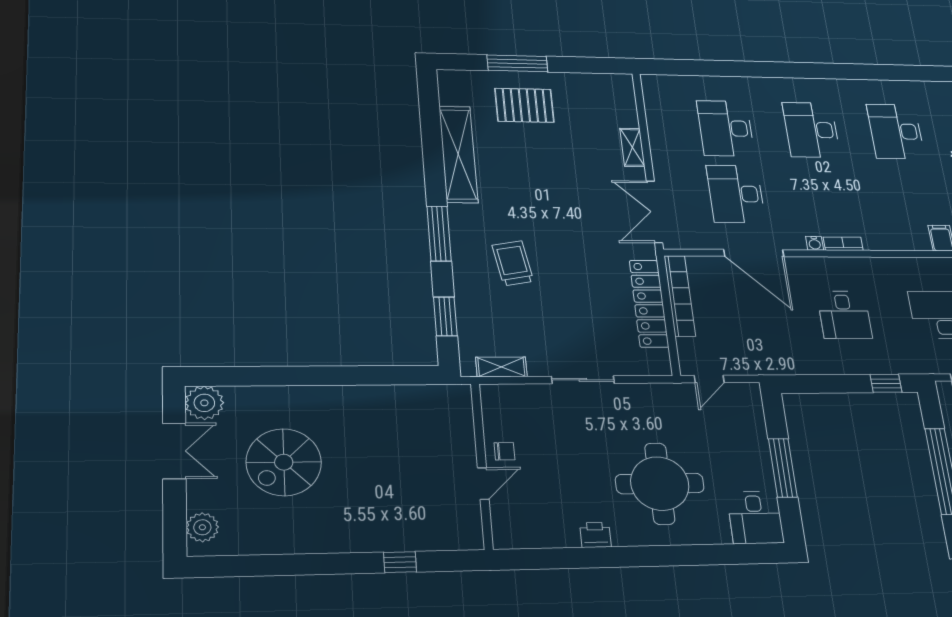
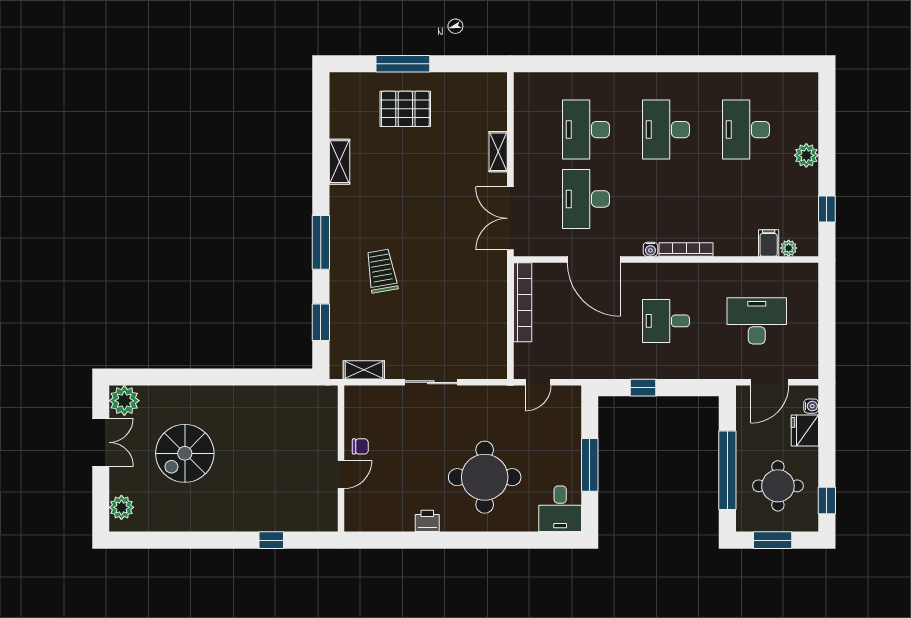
shelving: (458, 154) -> (340, 162), width x0.45, depth x0.75
bookcase: (843, 244) -> (686, 250), width x1.56
locker: (649, 303) -> (495, 310), removed
desk: (844, 315) -> (666, 321), turned 90
window: (886, 383) -> (643, 388), moved

